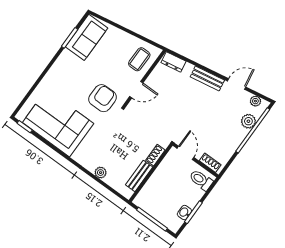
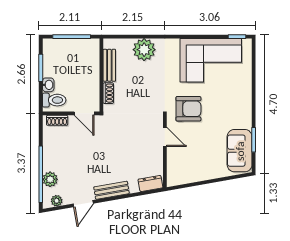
coffee table: (139, 59) -> (181, 165), removed
door: (136, 90) -> (165, 137), swing flipped
armchair: (103, 98) -> (188, 109), turned -90
plant: (101, 173) -> (144, 50), width x1.87, depth x1.87
washbasin: (184, 212) -> (48, 85), moved

